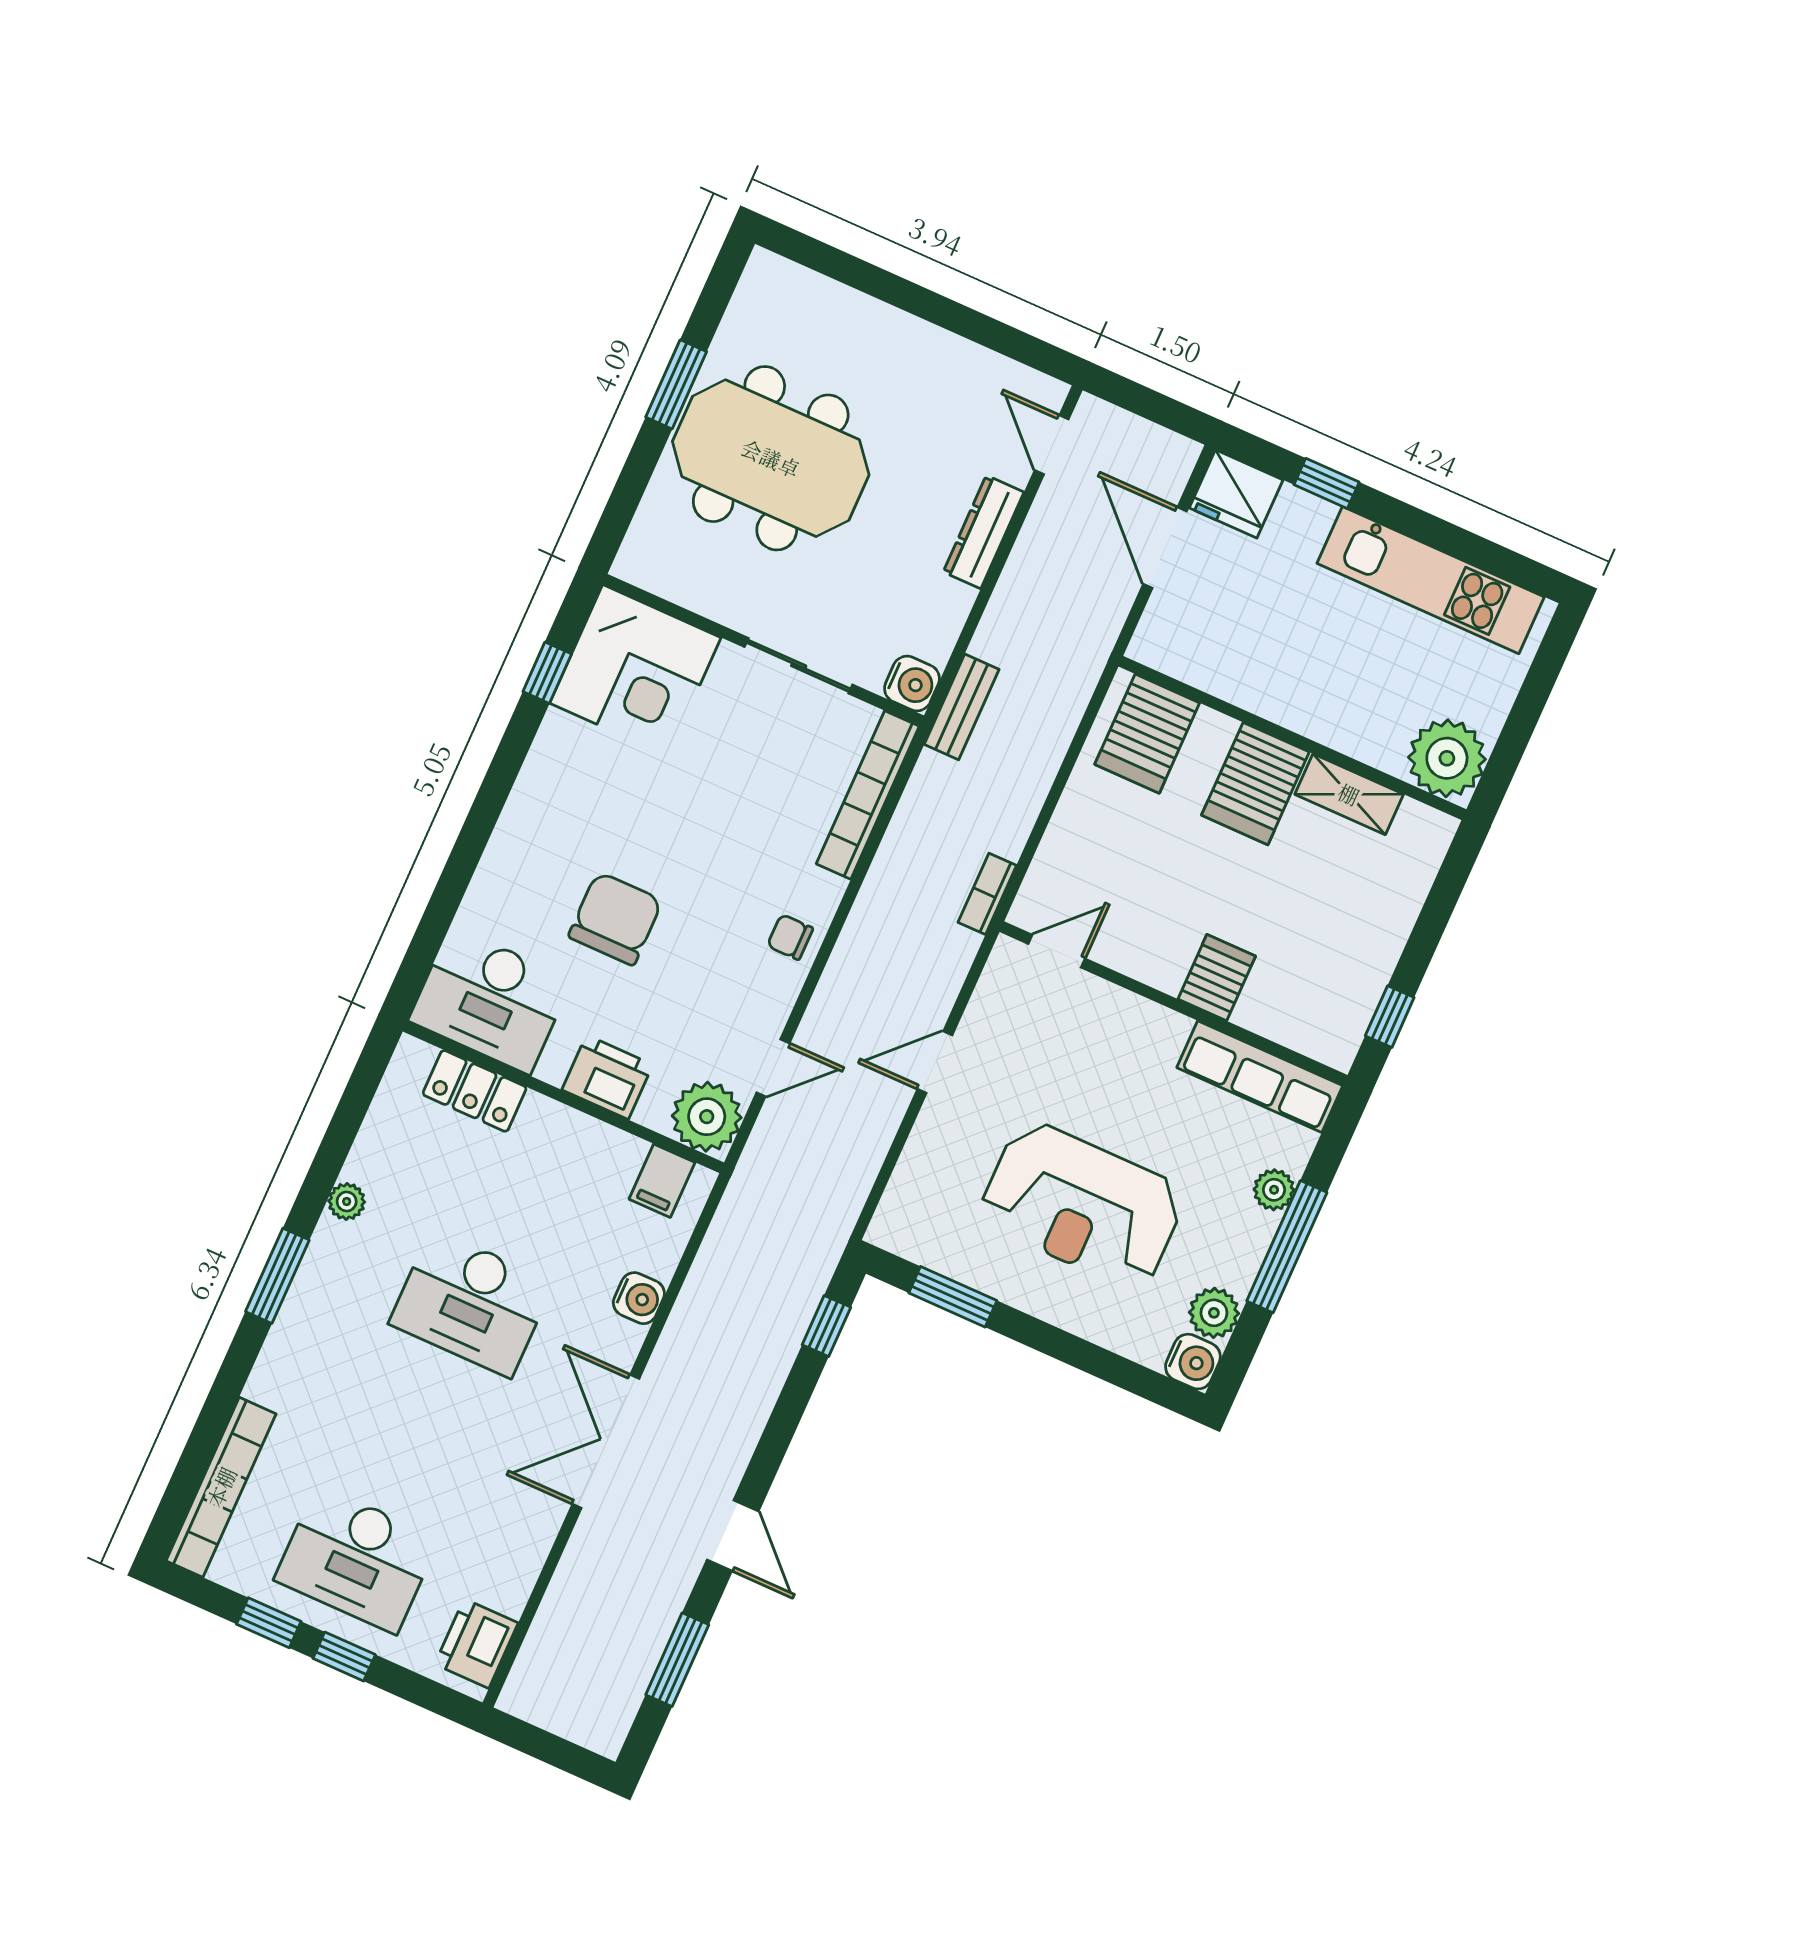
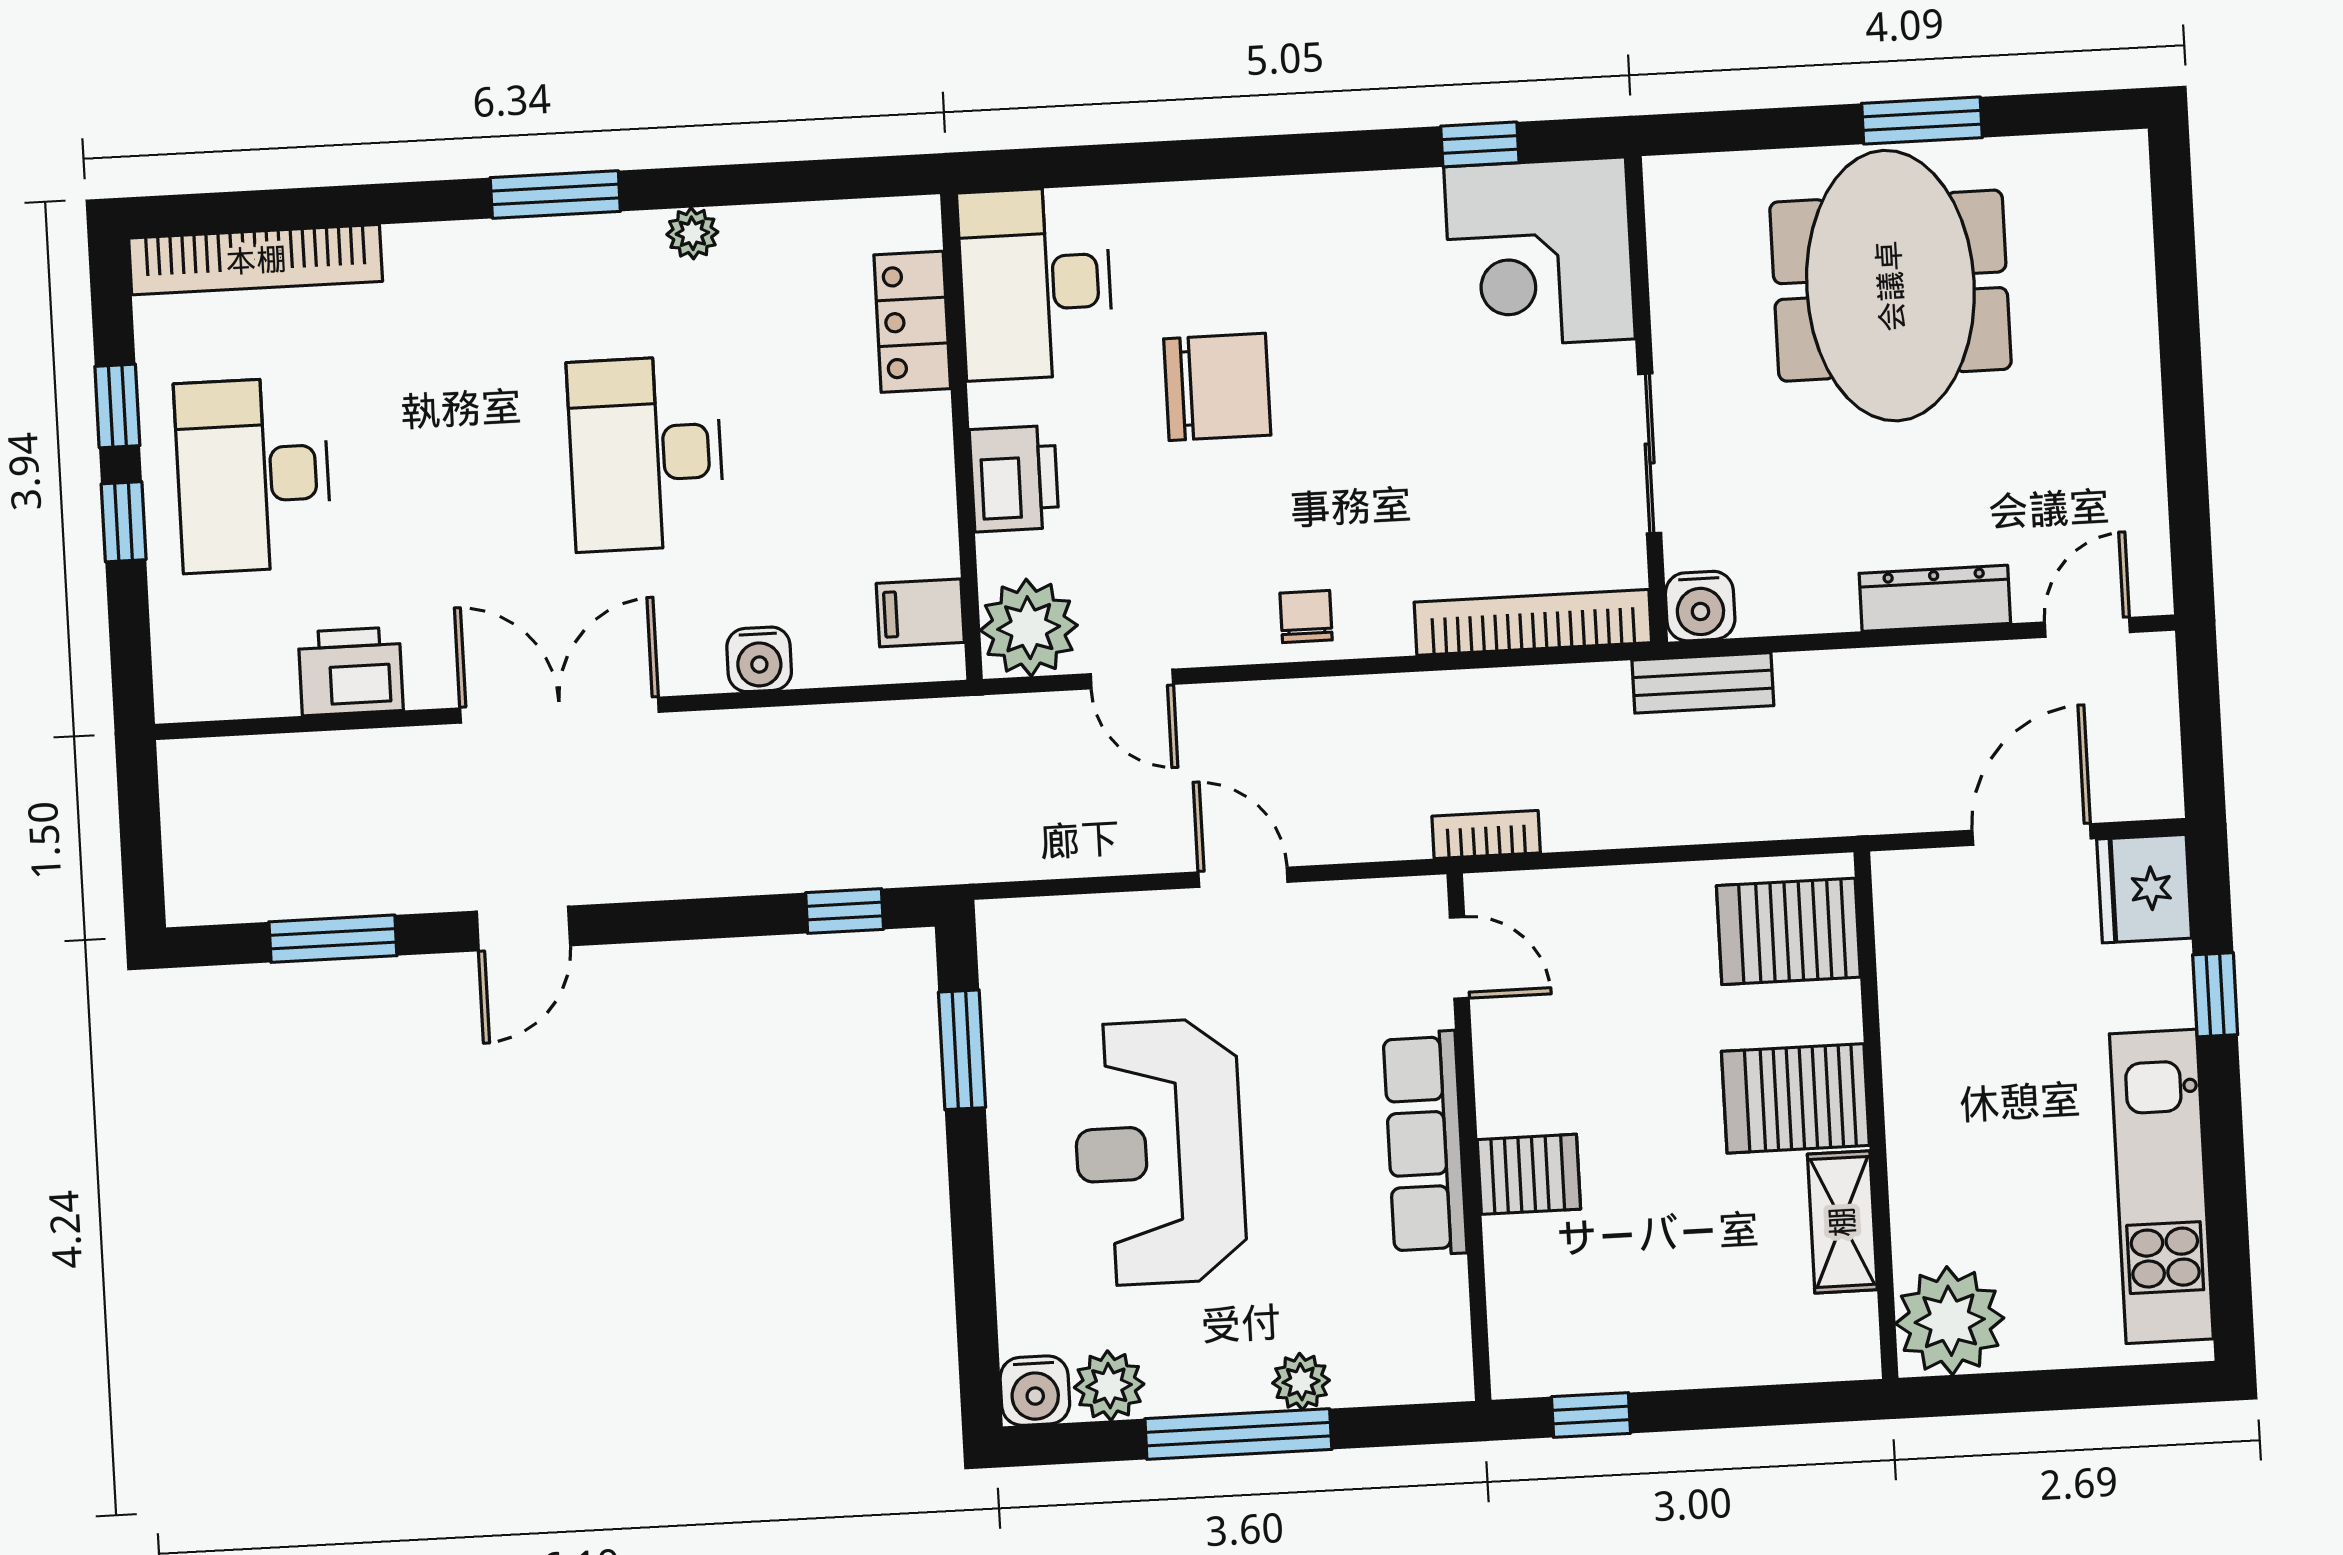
row of seats: (1260, 1077) -> (1425, 1143), moved
printer: (476, 1644) -> (351, 671), moved

